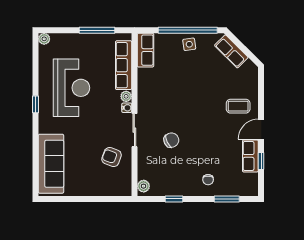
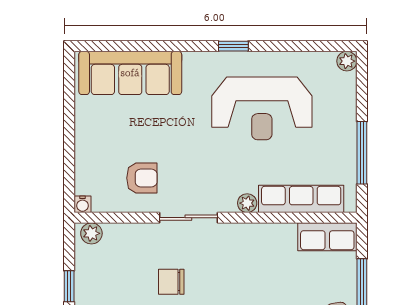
water cooler: (127, 108) -> (83, 204), moved
chair: (171, 140) -> (171, 282), turned 115
armchair: (112, 157) -> (142, 178), turned 70

